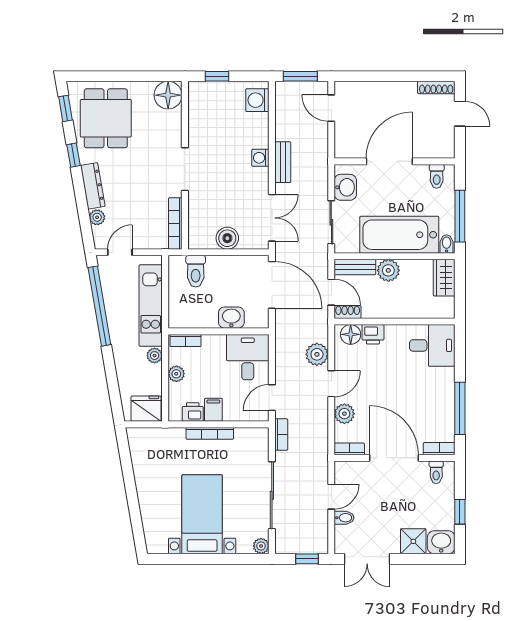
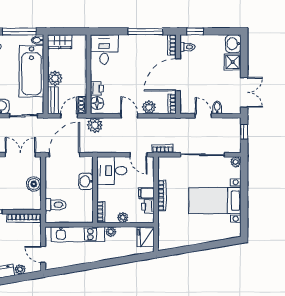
window: (99, 306) -> (78, 268), removed
plant: (317, 354) -> (95, 125), moved
window: (460, 512) -> (195, 31), moved

